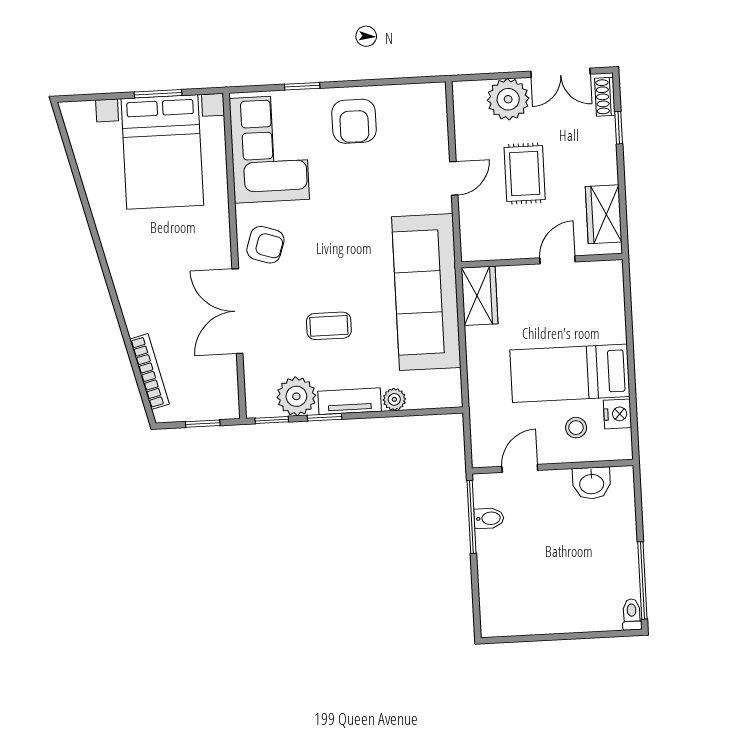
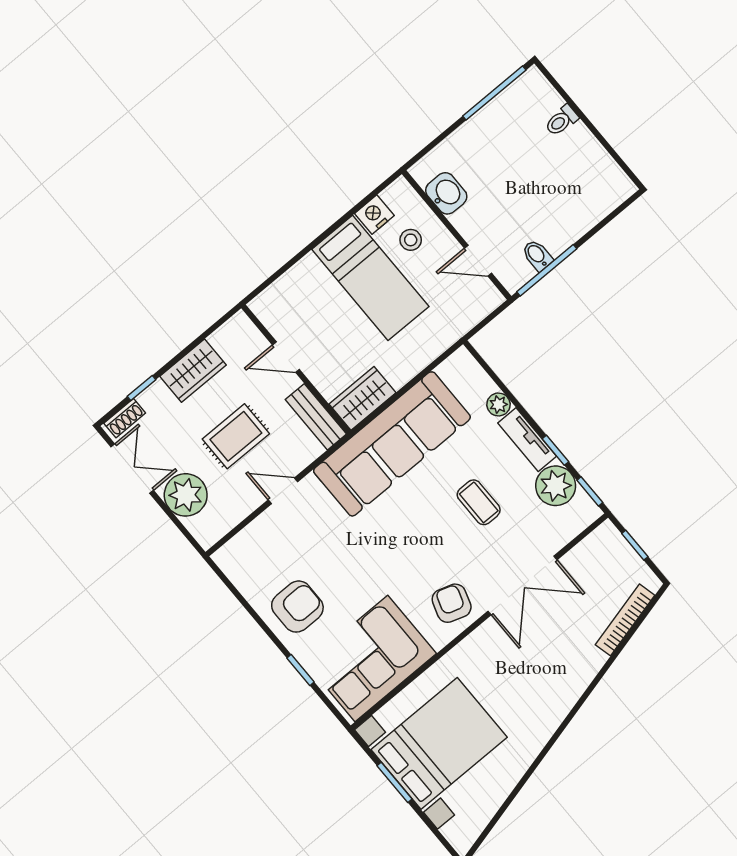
wardrobe: (604, 214) -> (193, 371), moved
bench: (493, 248) -> (316, 417), added
toilet: (632, 614) -> (561, 121), moved

